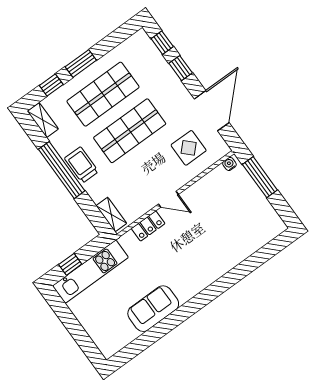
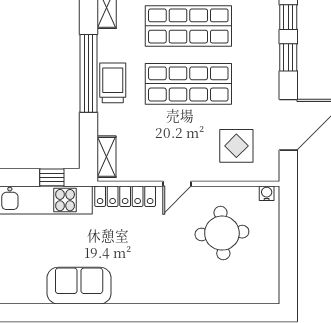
window: (260, 177) -> (288, 230), removed
door: (168, 199) -> (177, 184), hinge flipped
round table: (219, 210) -> (222, 233), added
locker: (148, 226) -> (125, 196), width x1.53
window: (70, 264) -> (52, 177), moved

